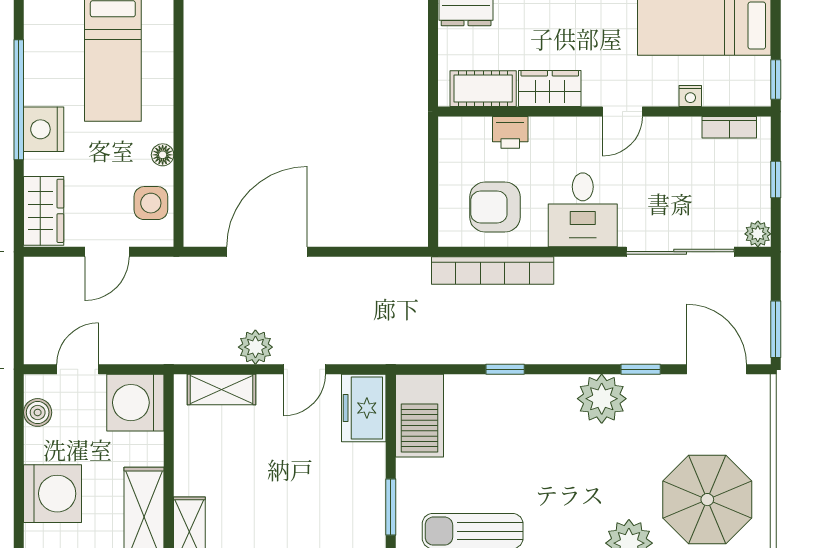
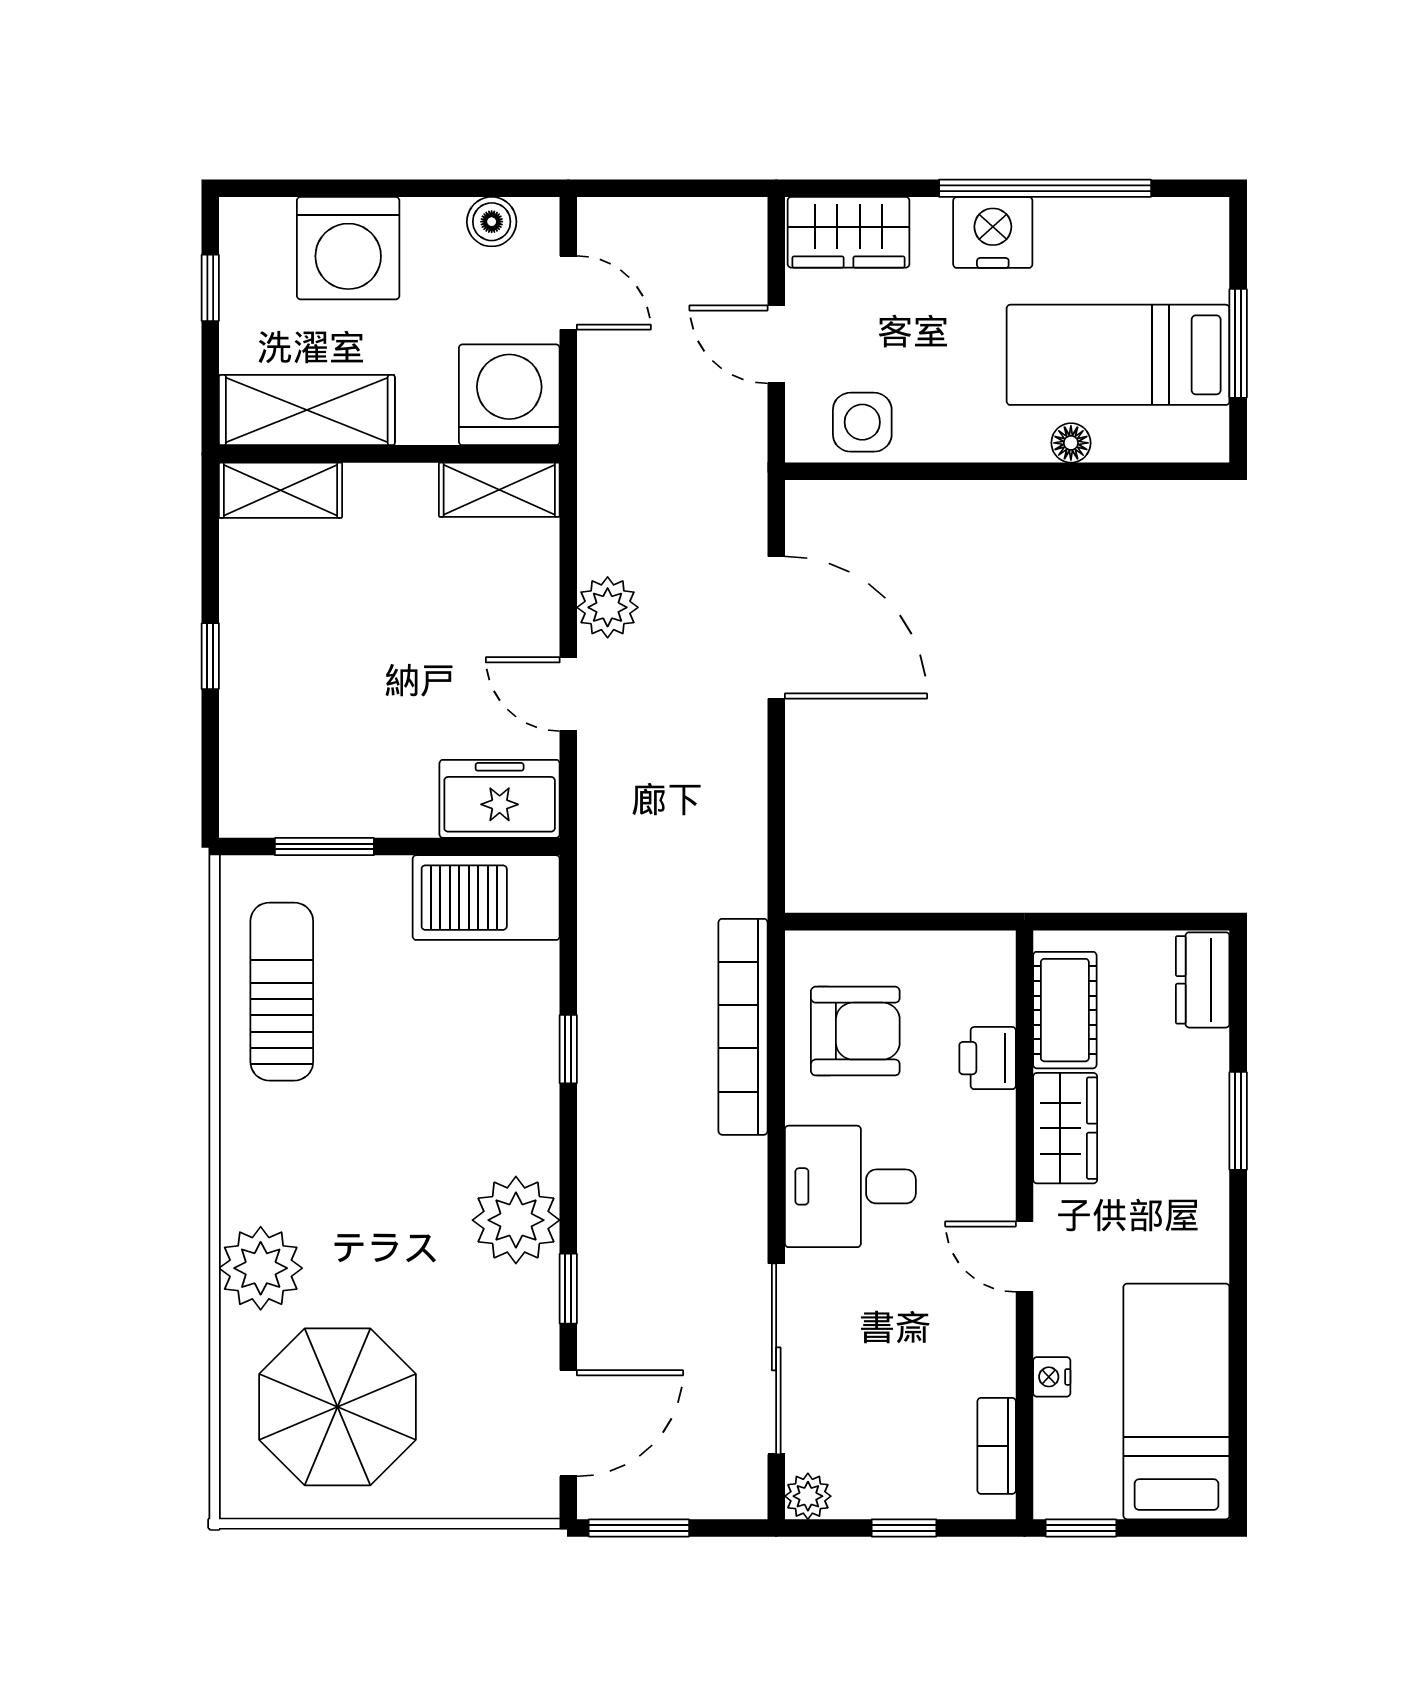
floor lamp: (163, 155) -> (1071, 443), moved
armchair: (495, 207) -> (855, 1031), turned 90
shelving: (221, 389) -> (499, 490), moved, turned 90

